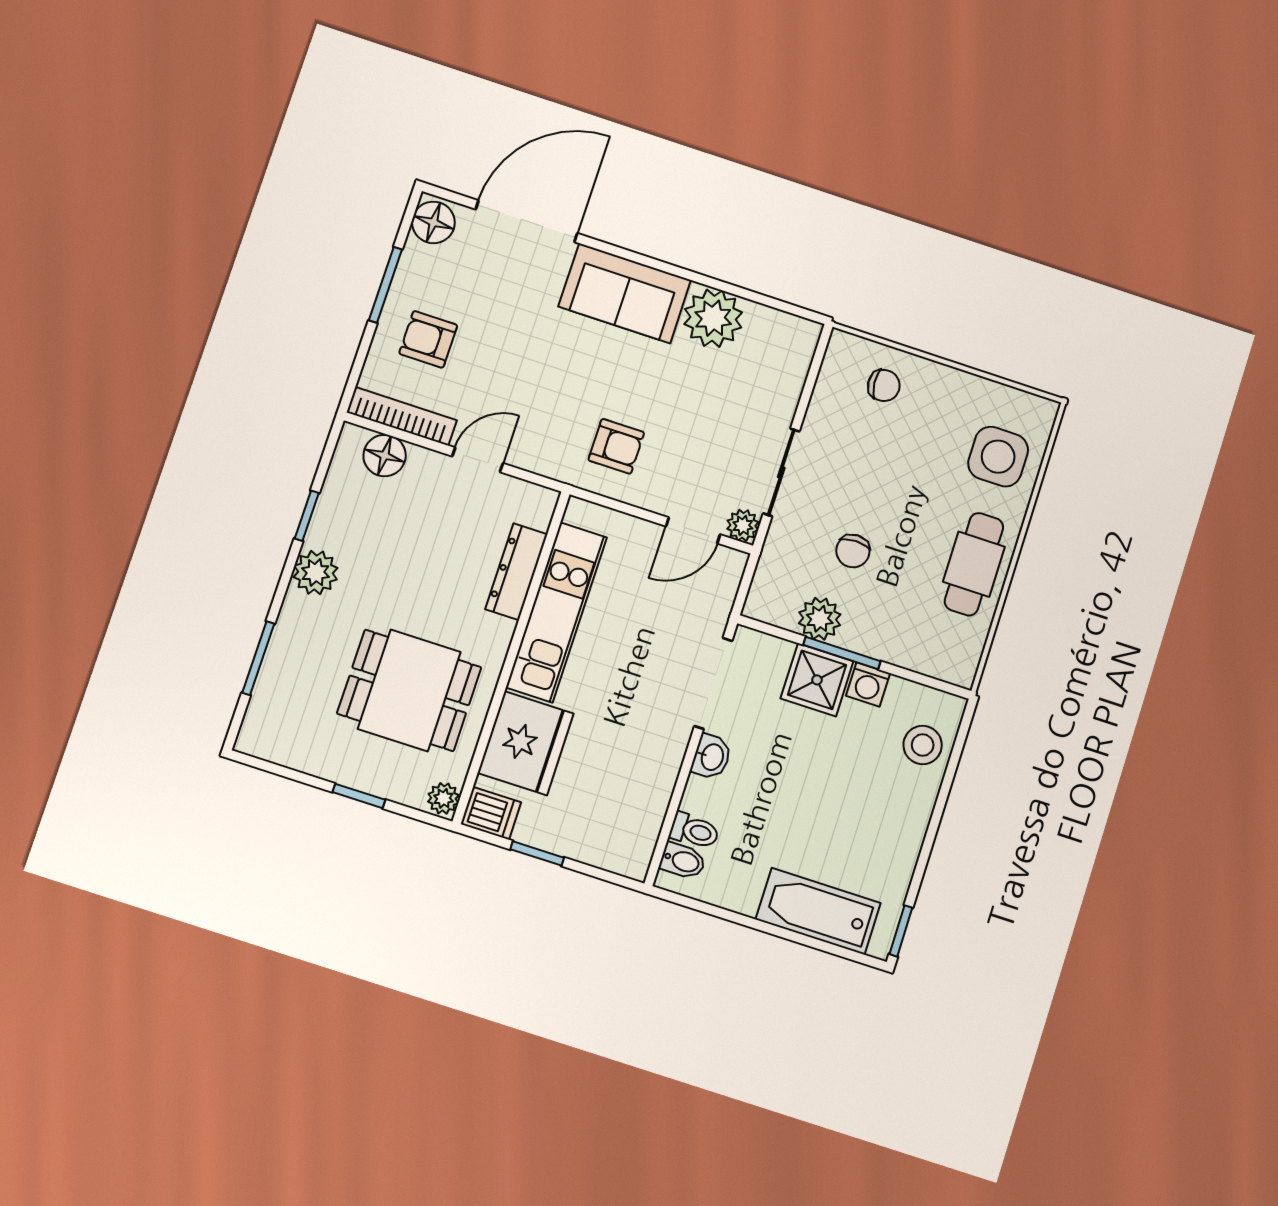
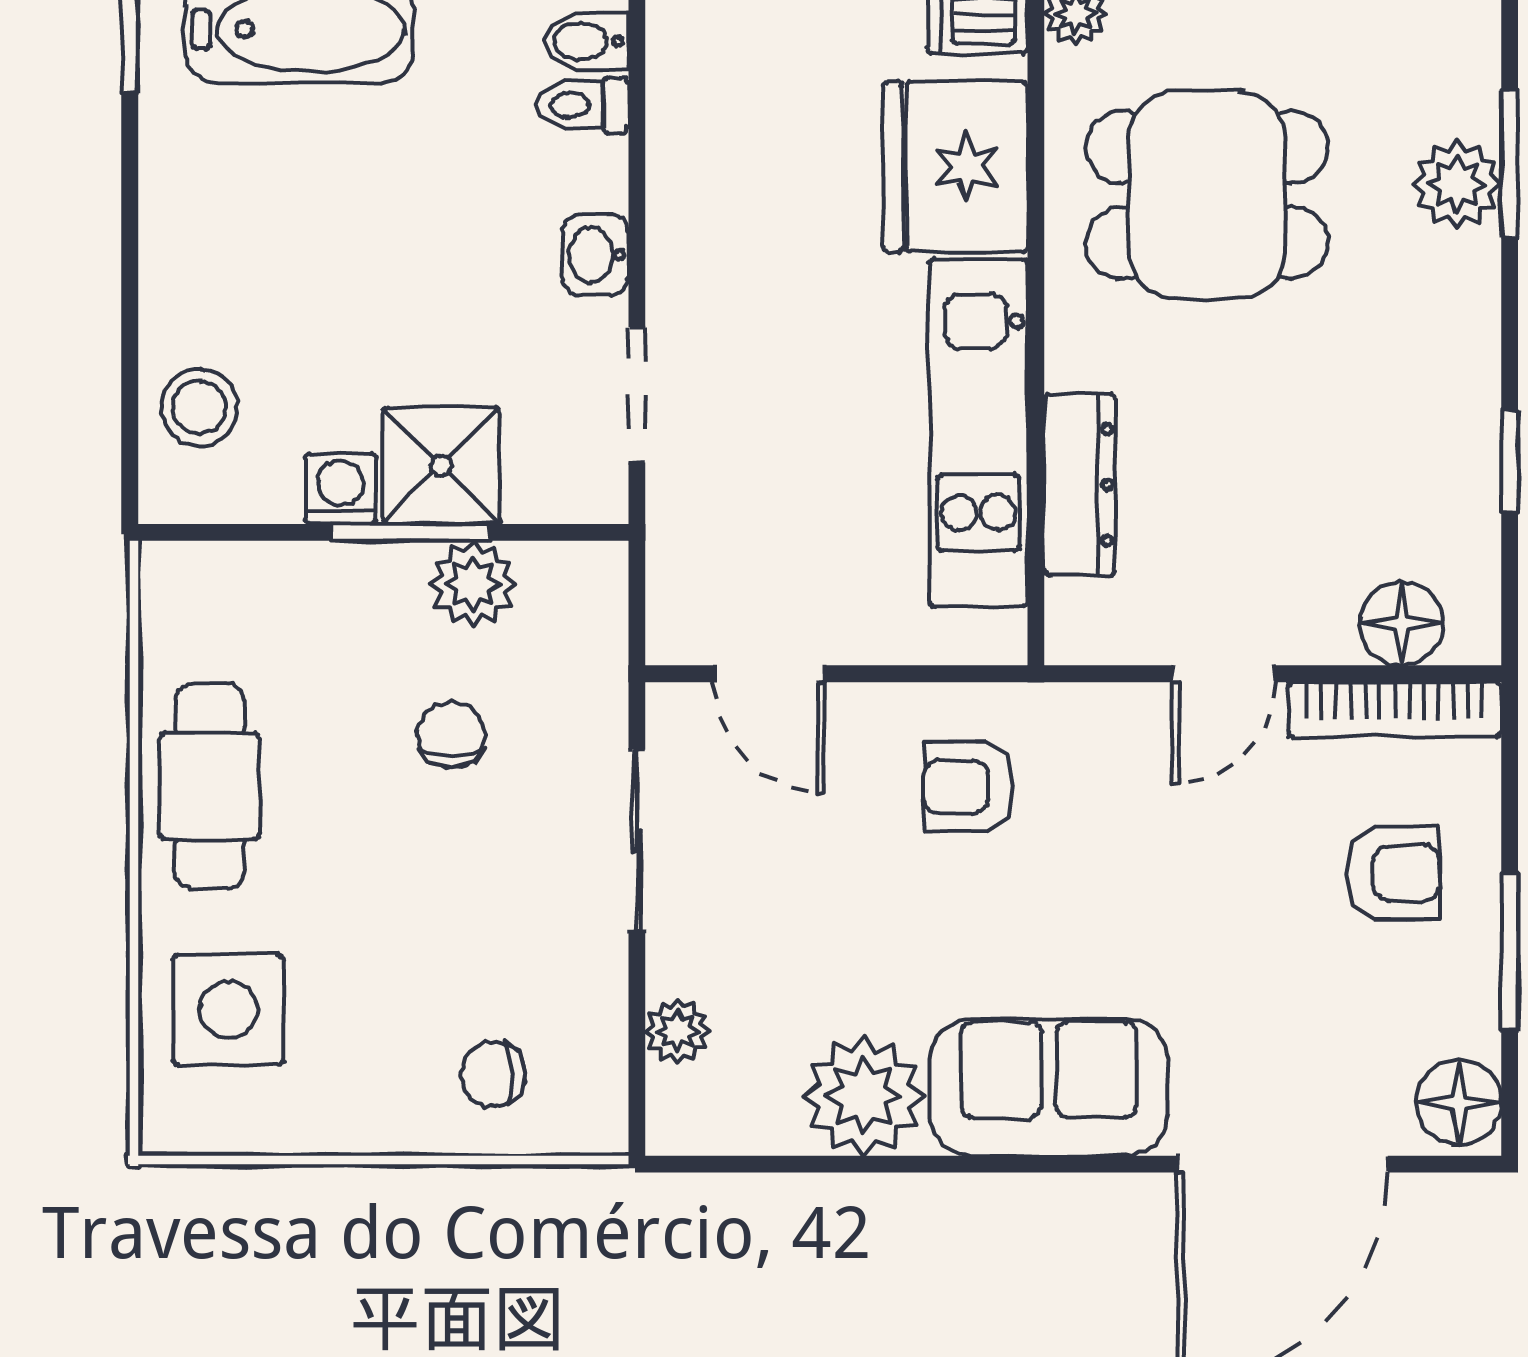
plant: (743, 525) -> (678, 1031), moved
door: (693, 530) -> (770, 674), swing flipped
plant: (316, 573) -> (1457, 184), moved
doorway: (713, 683) -> (637, 395), width x0.73

